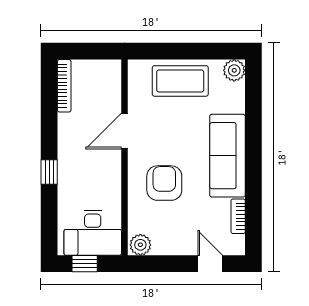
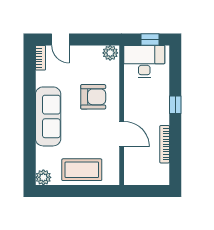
bookcase: (64, 86) -> (165, 144), moved
door: (124, 131) -> (122, 134), hinge flipped
armchair: (164, 183) -> (93, 97), turned -90
bookcase: (238, 216) -> (40, 58), moved

